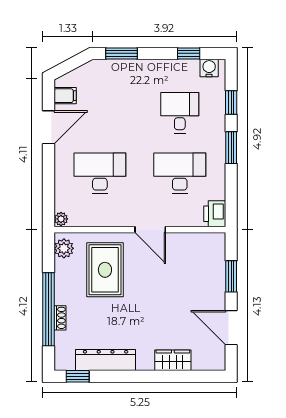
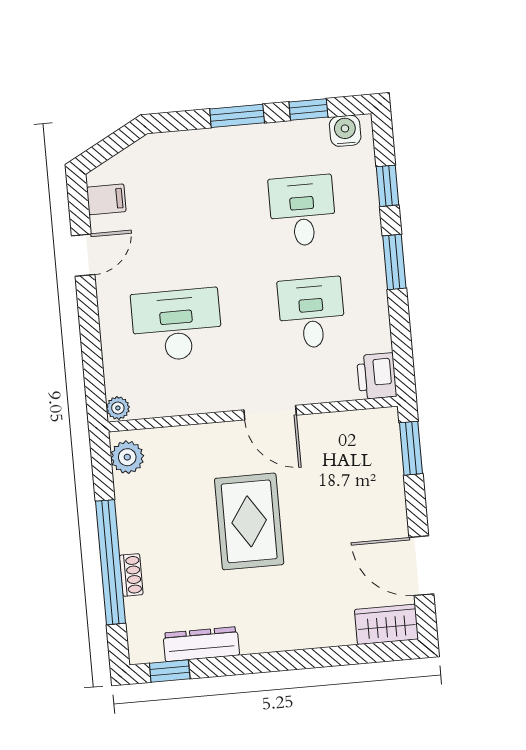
window: (122, 53) -> (237, 116), moved
door: (49, 127) -> (83, 255), width x0.73
desk: (180, 173) -> (311, 313), width x0.73
rug: (105, 270) -> (249, 521), moved
window: (231, 276) -> (411, 448), moved
dresser: (106, 360) -> (201, 644), width x0.73, depth x0.80
wardrobe: (173, 360) -> (386, 624), moved

